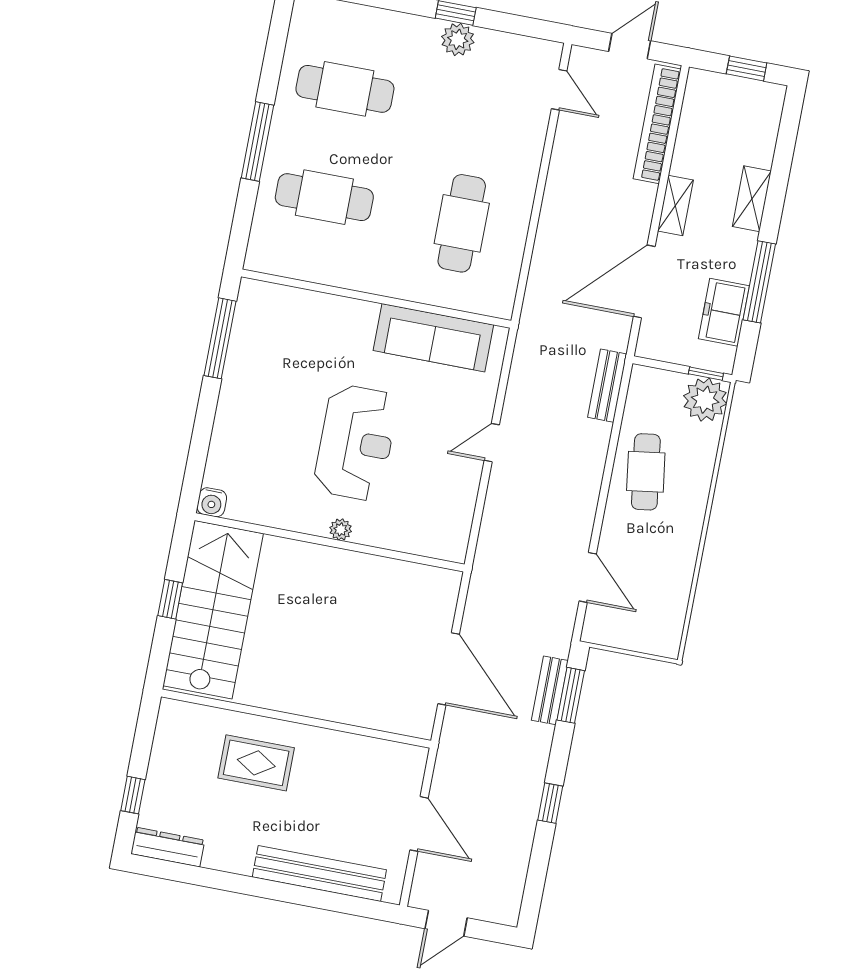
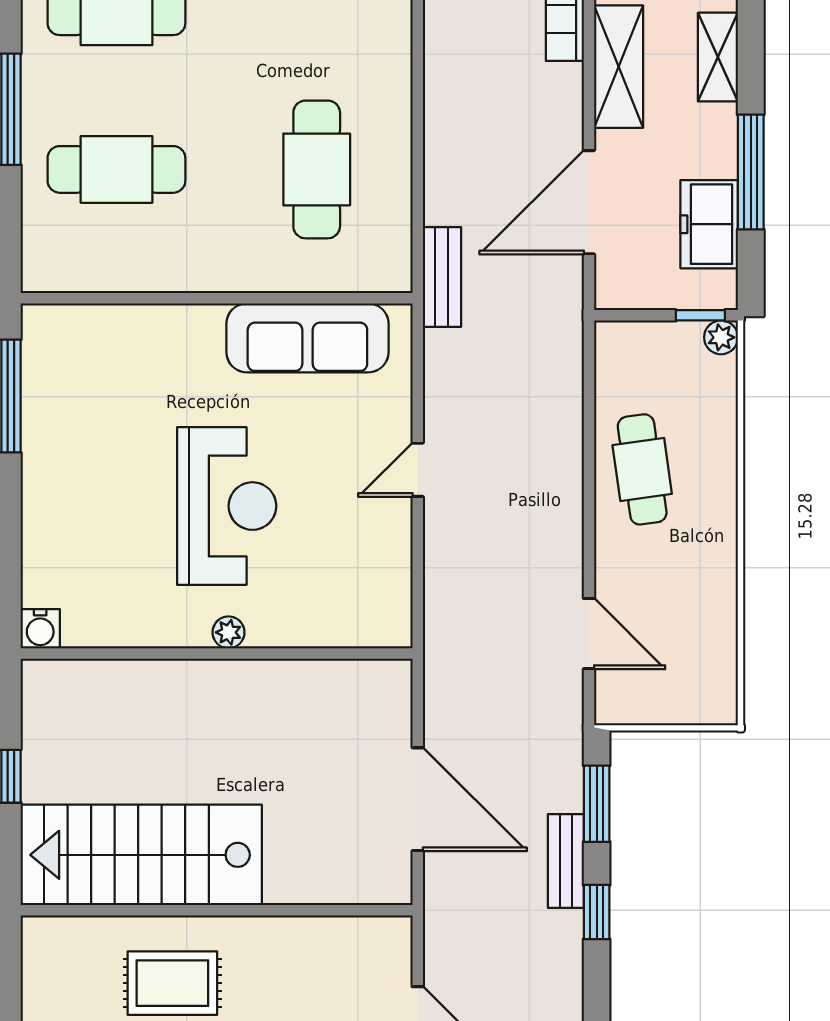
shelving: (675, 206) -> (619, 67), width x1.50, depth x1.33
bench: (607, 386) -> (442, 277), moved
plant: (705, 400) -> (721, 337), width x0.53, depth x0.53
stairs: (213, 610) -> (141, 855), moved, turned -90
bench: (550, 690) -> (566, 861), moved
window: (550, 803) -> (597, 912), moved

